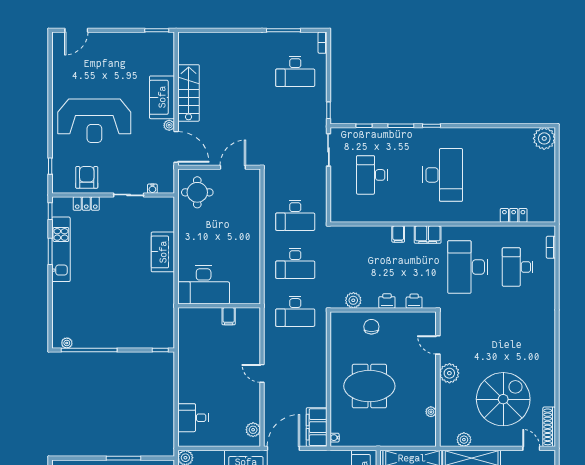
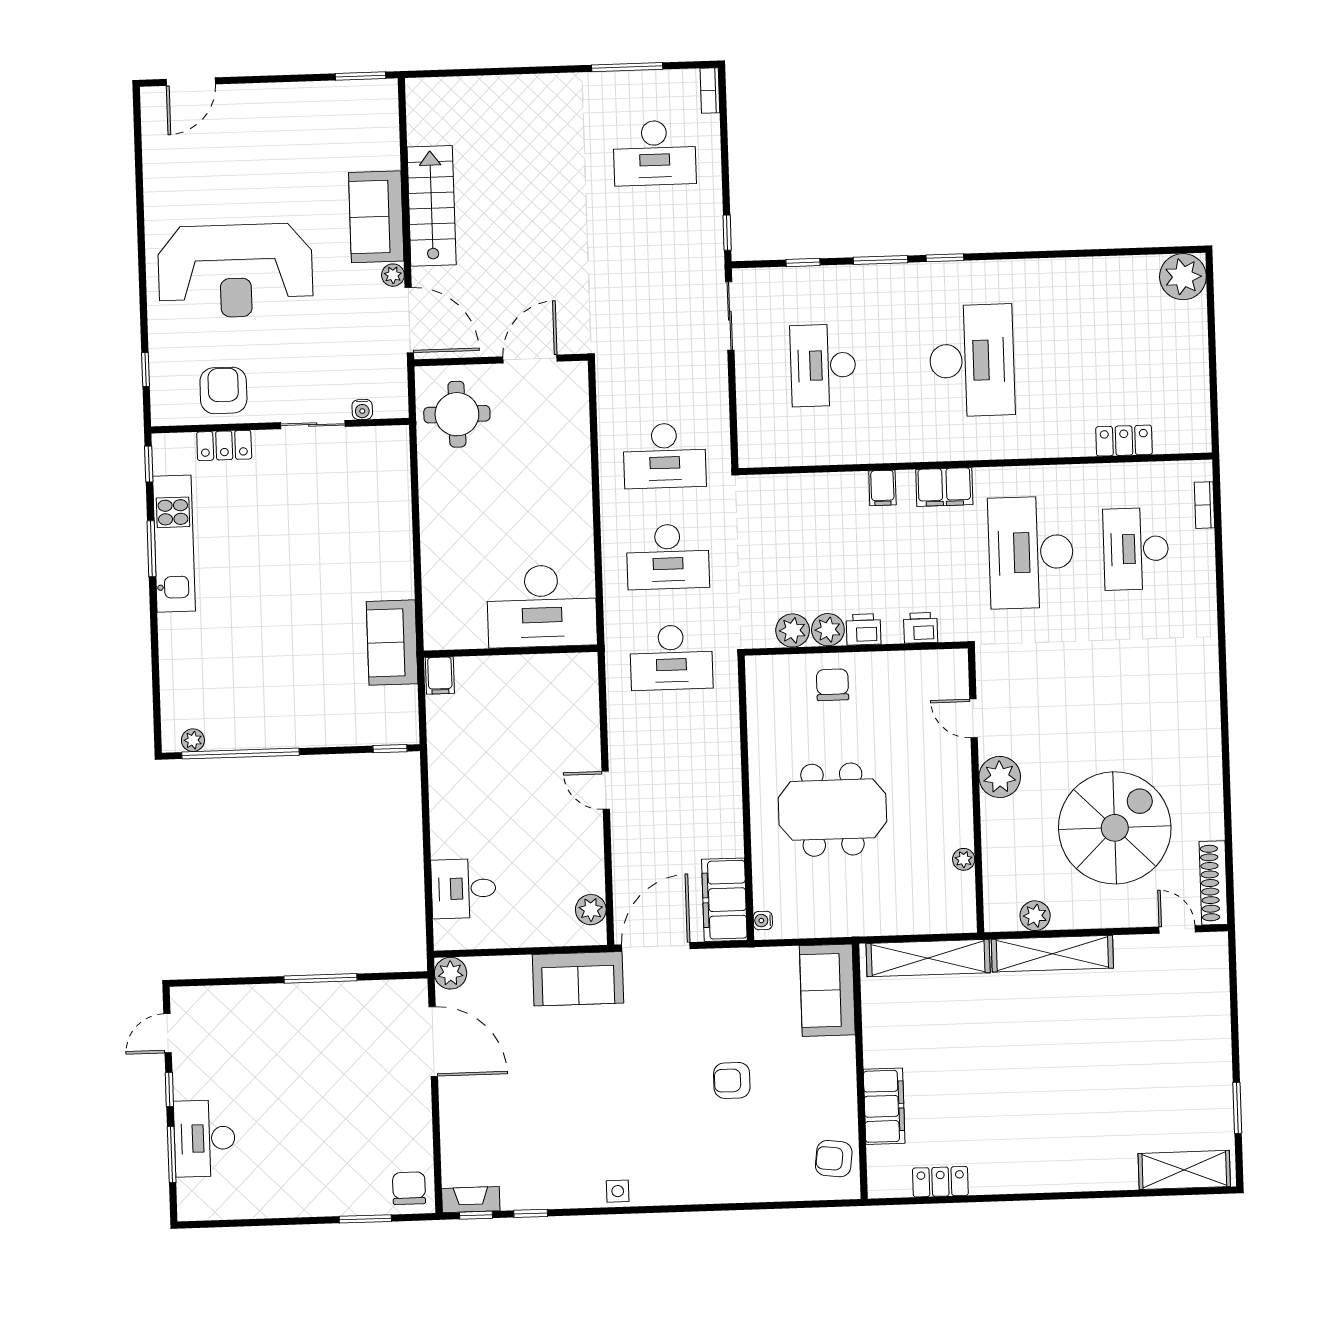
sofa: (163, 252) -> (392, 643), moved
desk: (204, 285) -> (542, 606), moved
plant: (370, 301) -> (828, 630), added
filing cabinet: (229, 316) -> (440, 676), moved

